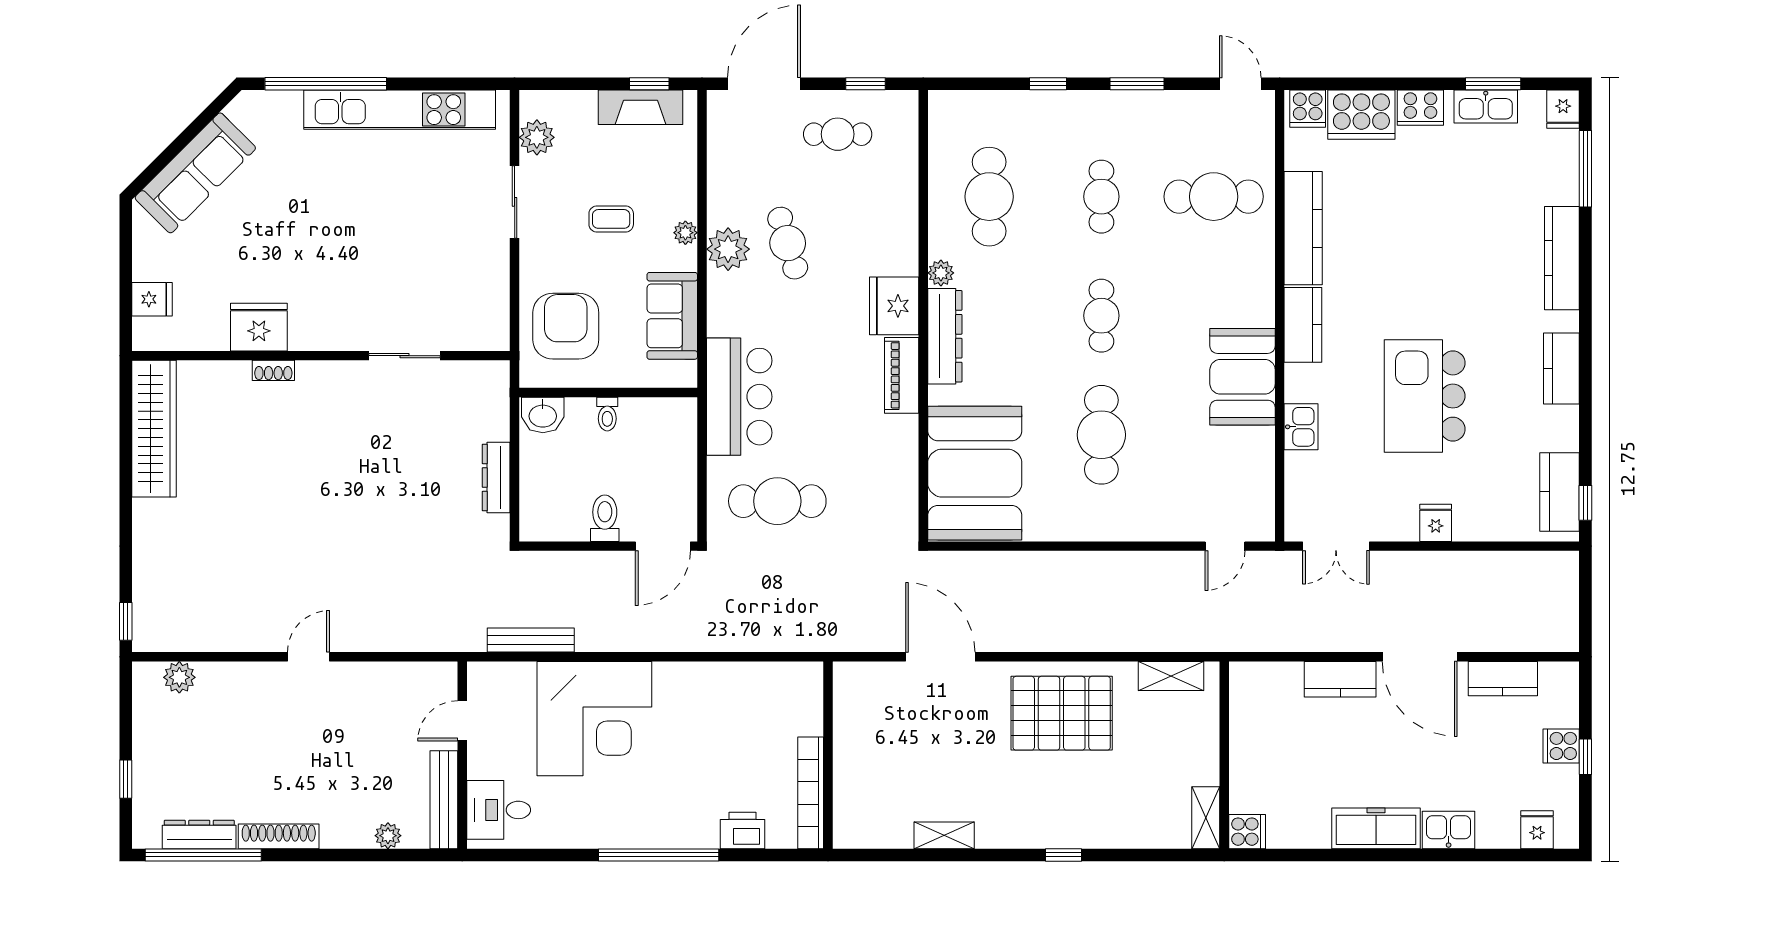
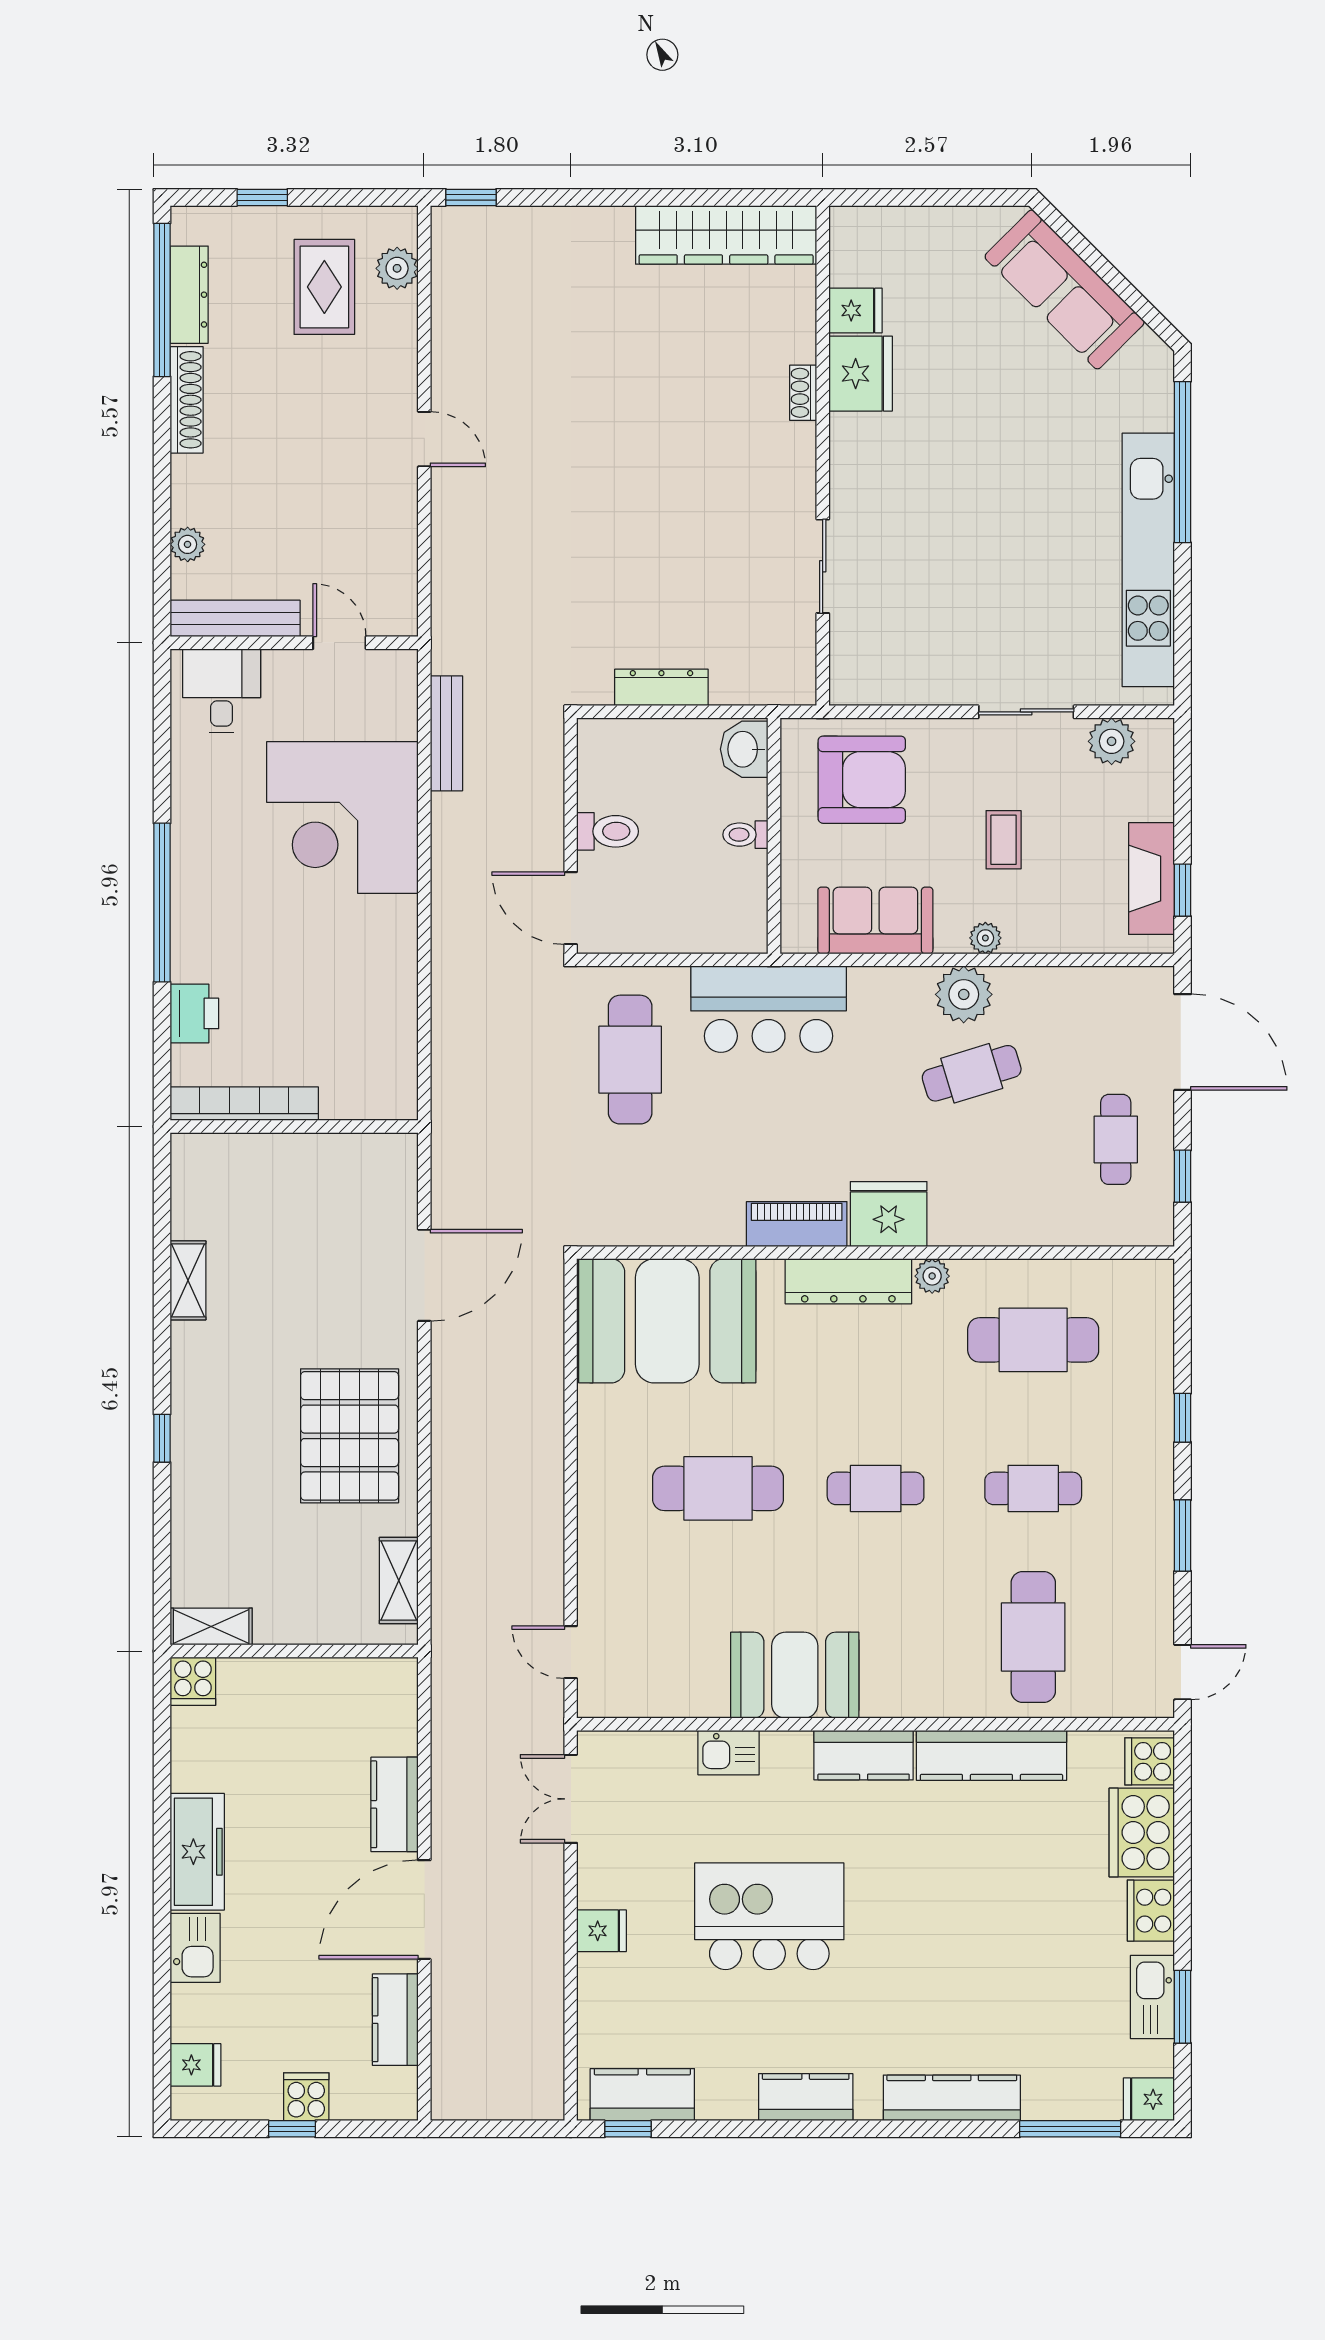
fridge: (152, 299) -> (855, 310), moved, turned -90
rug: (193, 732) -> (324, 287), added

